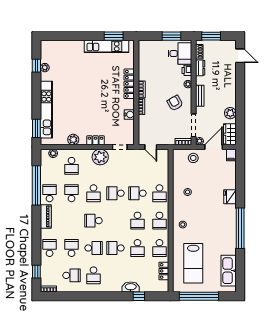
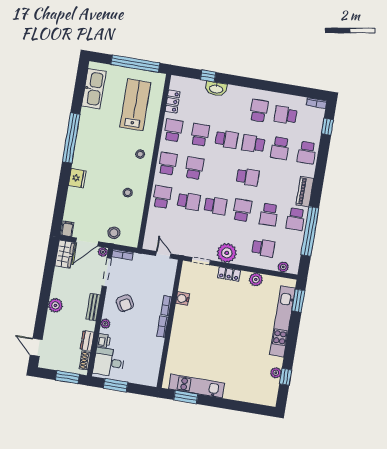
locker: (129, 84) -> (177, 336), removed
plant: (230, 113) -> (55, 305), moved
school desk: (72, 166) -> (263, 248), turned 90

